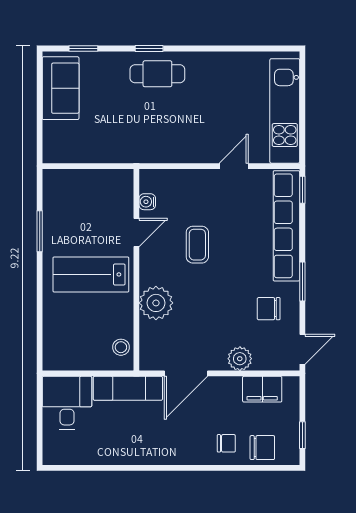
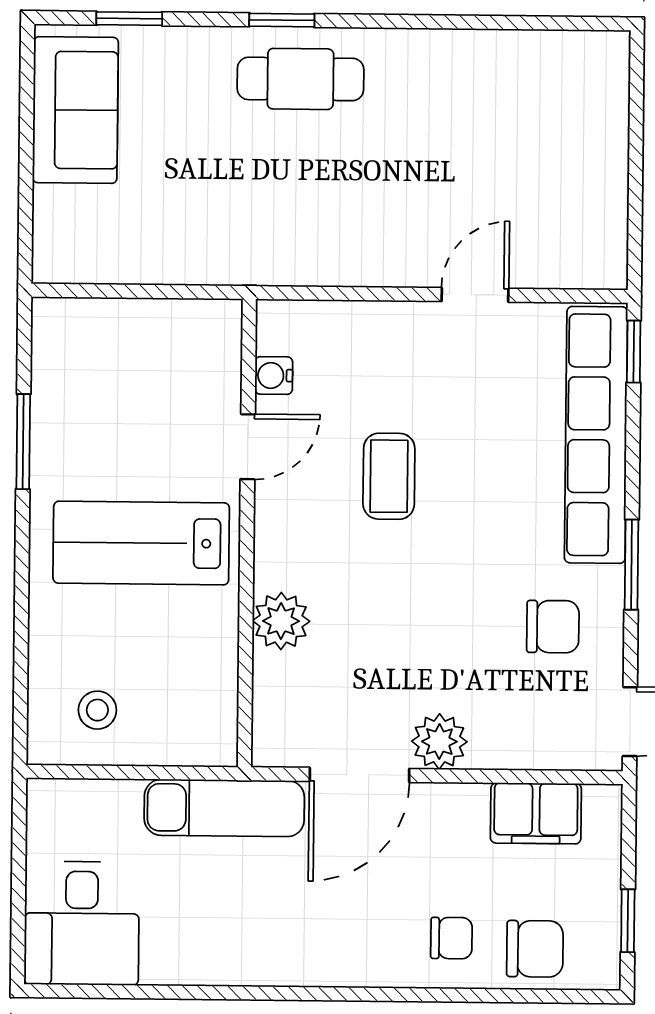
kitchen unit: (285, 111) -> (595, 168), removed
plant: (156, 303) -> (281, 621), width x0.73, depth x0.73
chair: (269, 309) -> (553, 627), turned 180
stool: (121, 347) -> (97, 710), moved
plant: (240, 359) -> (439, 742), moved
desk: (67, 403) -> (82, 923), moved, turned 180

